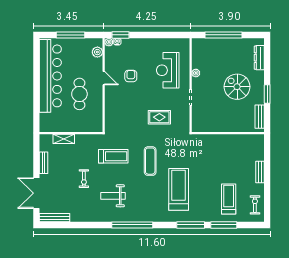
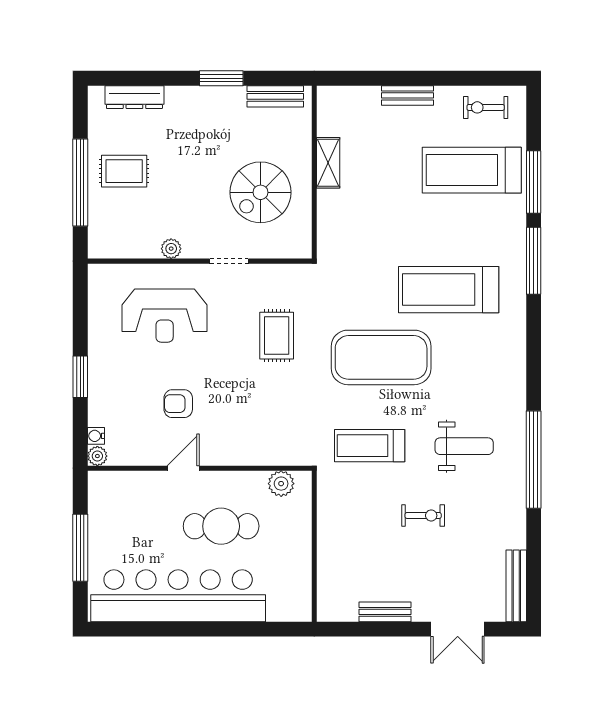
window: (121, 35) -> (80, 377), moved
plant: (97, 52) -> (281, 484), moved
rug: (228, 53) -> (124, 171), added
spiral stairs: (237, 87) -> (261, 192), moved
shelving: (64, 139) -> (328, 163), moved
treadmill: (113, 156) -> (370, 446), turned -90
exercise mat: (150, 161) -> (381, 357), width x2.00, depth x1.45
double door: (36, 193) -> (458, 629), width x0.73
weight bench: (113, 196) -> (464, 446), turned -90
treadmill: (229, 199) -> (472, 170), width x1.37, depth x1.38
window: (132, 225) -> (534, 460), moved

